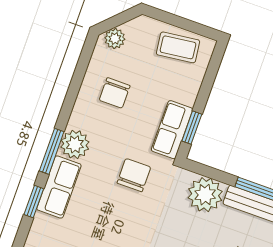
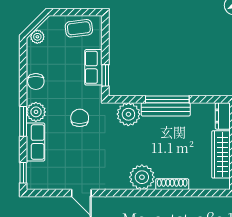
chair: (115, 93) -> (36, 81), moved
row of seats: (172, 130) -> (93, 67), moved
window: (34, 202) -> (23, 173), moved

